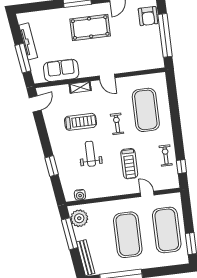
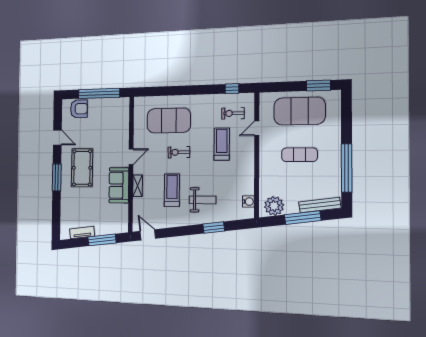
tv unit: (28, 41) -> (82, 232), width x0.71
sofa: (61, 70) -> (119, 185), moved
weight bench: (90, 154) -> (202, 200), moved, turned 180
exercise bike: (166, 155) -> (233, 113), moved
treadmill: (129, 164) -> (222, 144), turned -90
window: (70, 234) -> (303, 218), moved
exercise mat: (128, 235) -> (299, 155), width x0.50, depth x0.69

